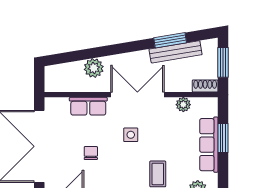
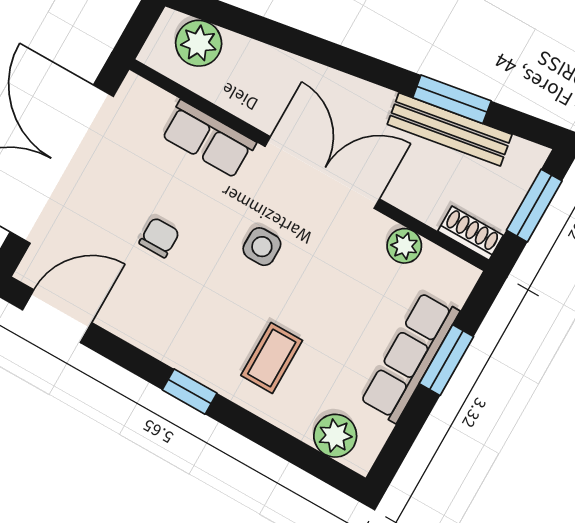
plant: (94, 68) -> (199, 43), moved

